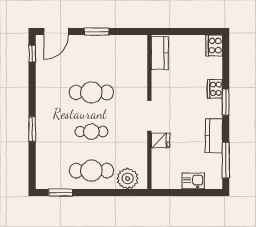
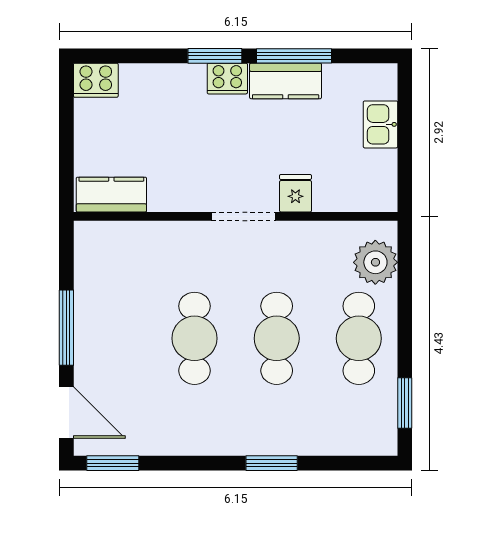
window: (97, 32) -> (66, 328), width x1.44
window: (32, 54) -> (113, 463), width x1.50
cooker: (215, 89) -> (227, 79), moved
cafe table: (91, 132) -> (277, 338), width x1.37, depth x1.35
window: (226, 160) -> (294, 56), moved

